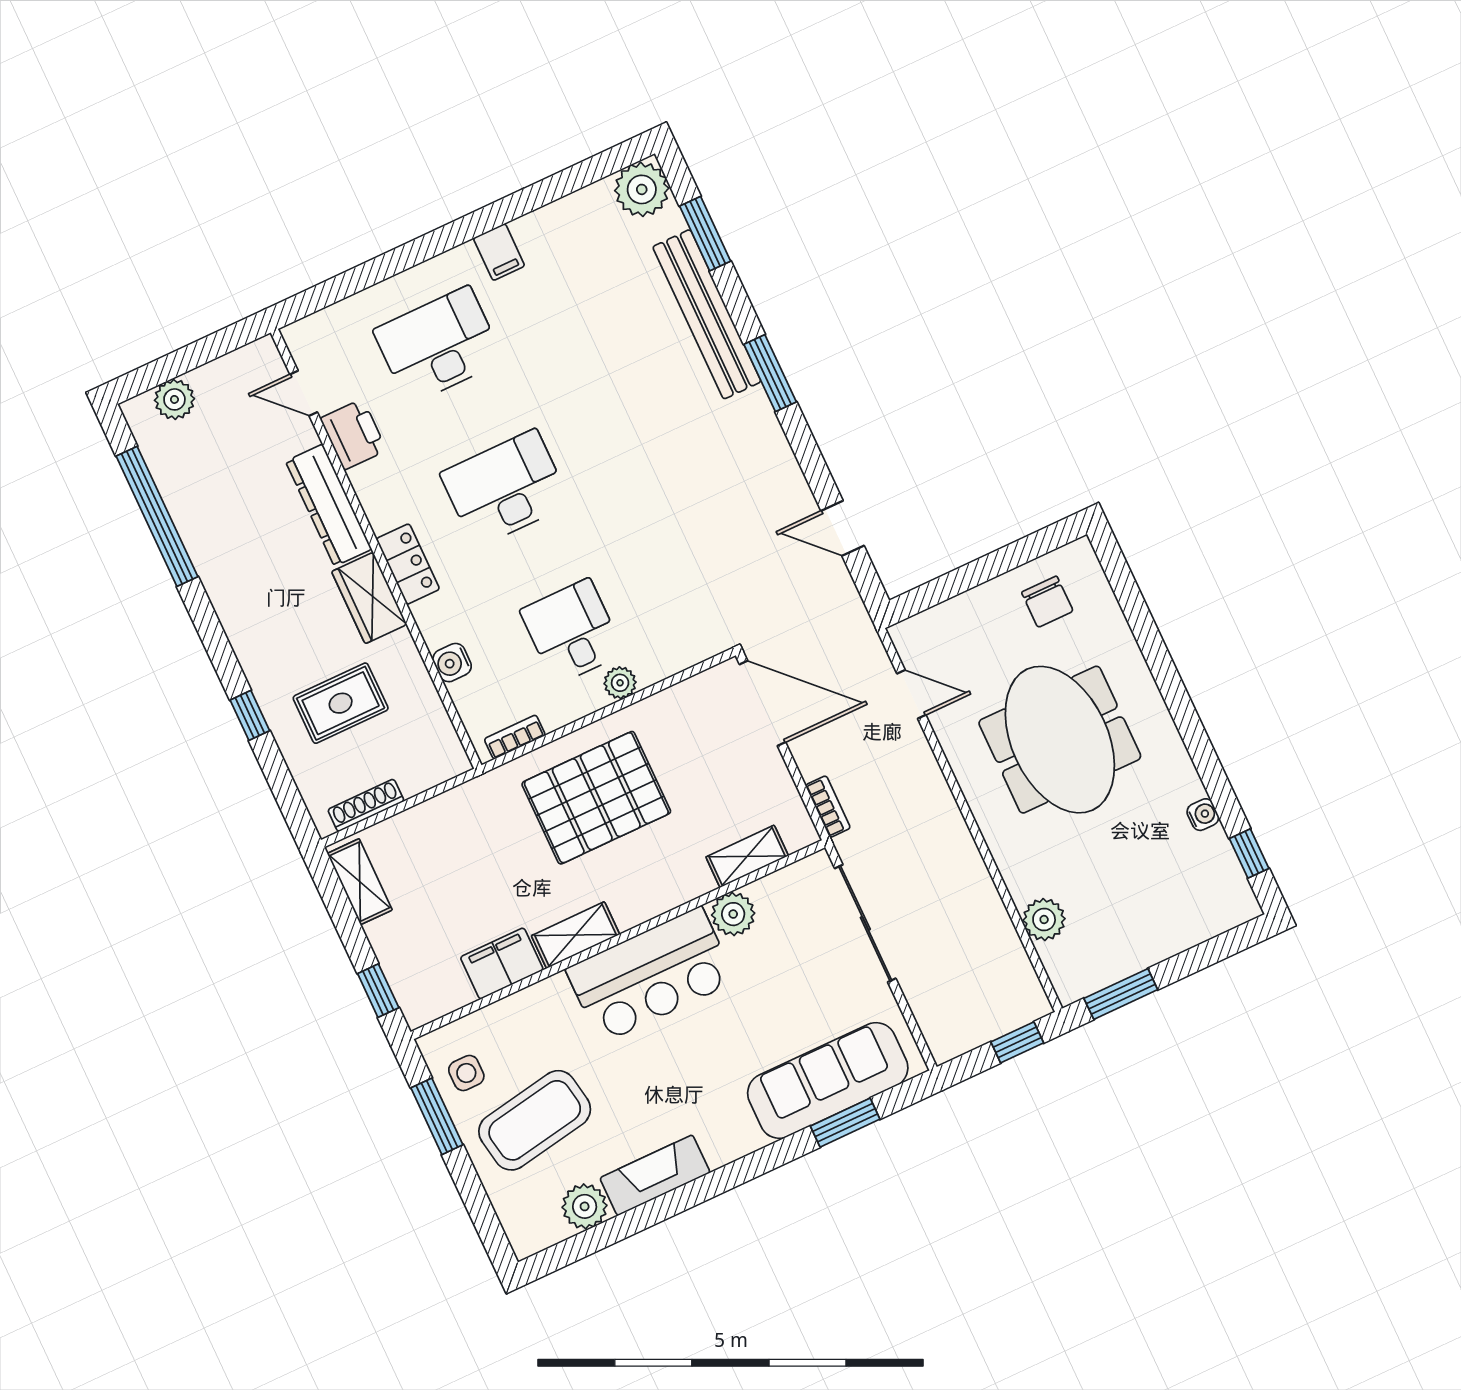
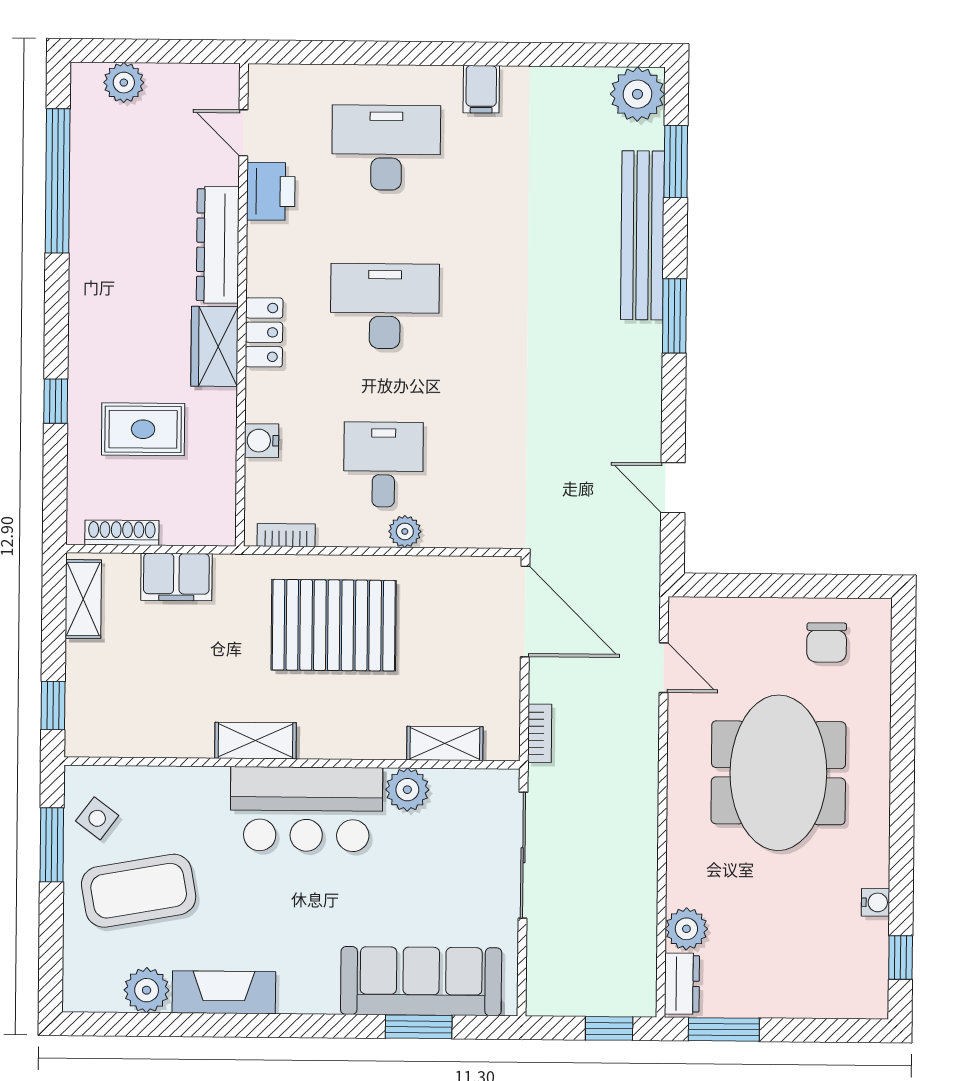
filing cabinet: (502, 964) -> (176, 577), moved, turned 180
dresser: (1064, 971) -> (682, 984), added
side table: (466, 1073) -> (97, 818), turned 37

